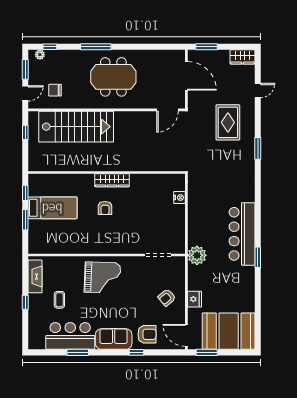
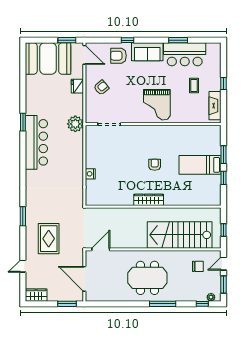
wall: (107, 172) -> (153, 207), moved
wardrobe: (112, 180) -> (149, 200), moved
grand piano: (102, 278) -> (157, 105), turned -92

